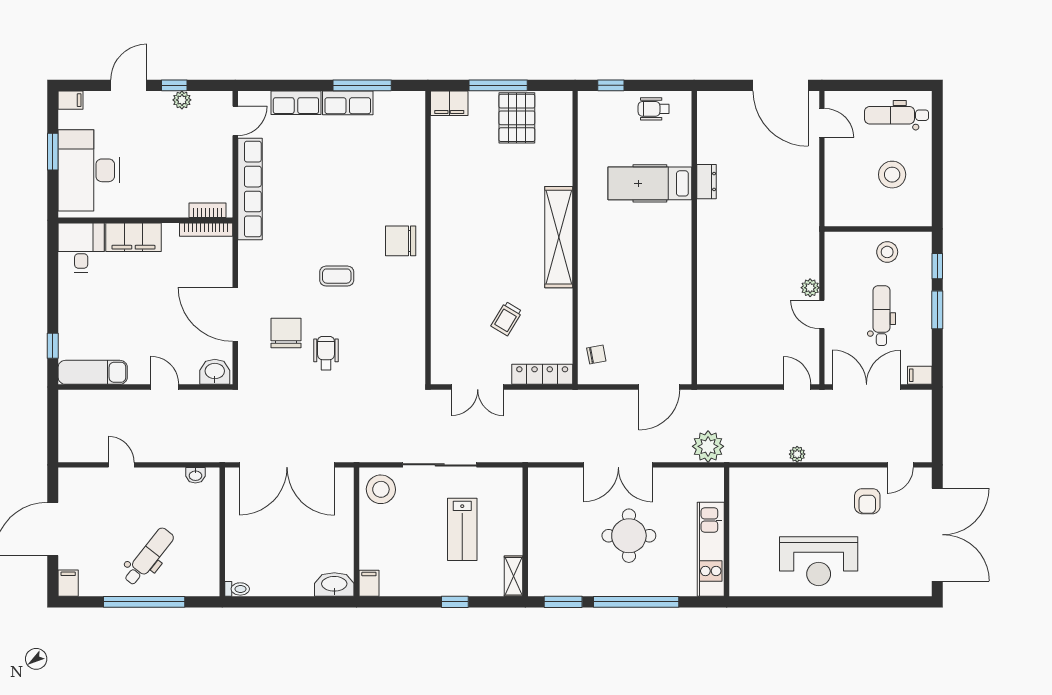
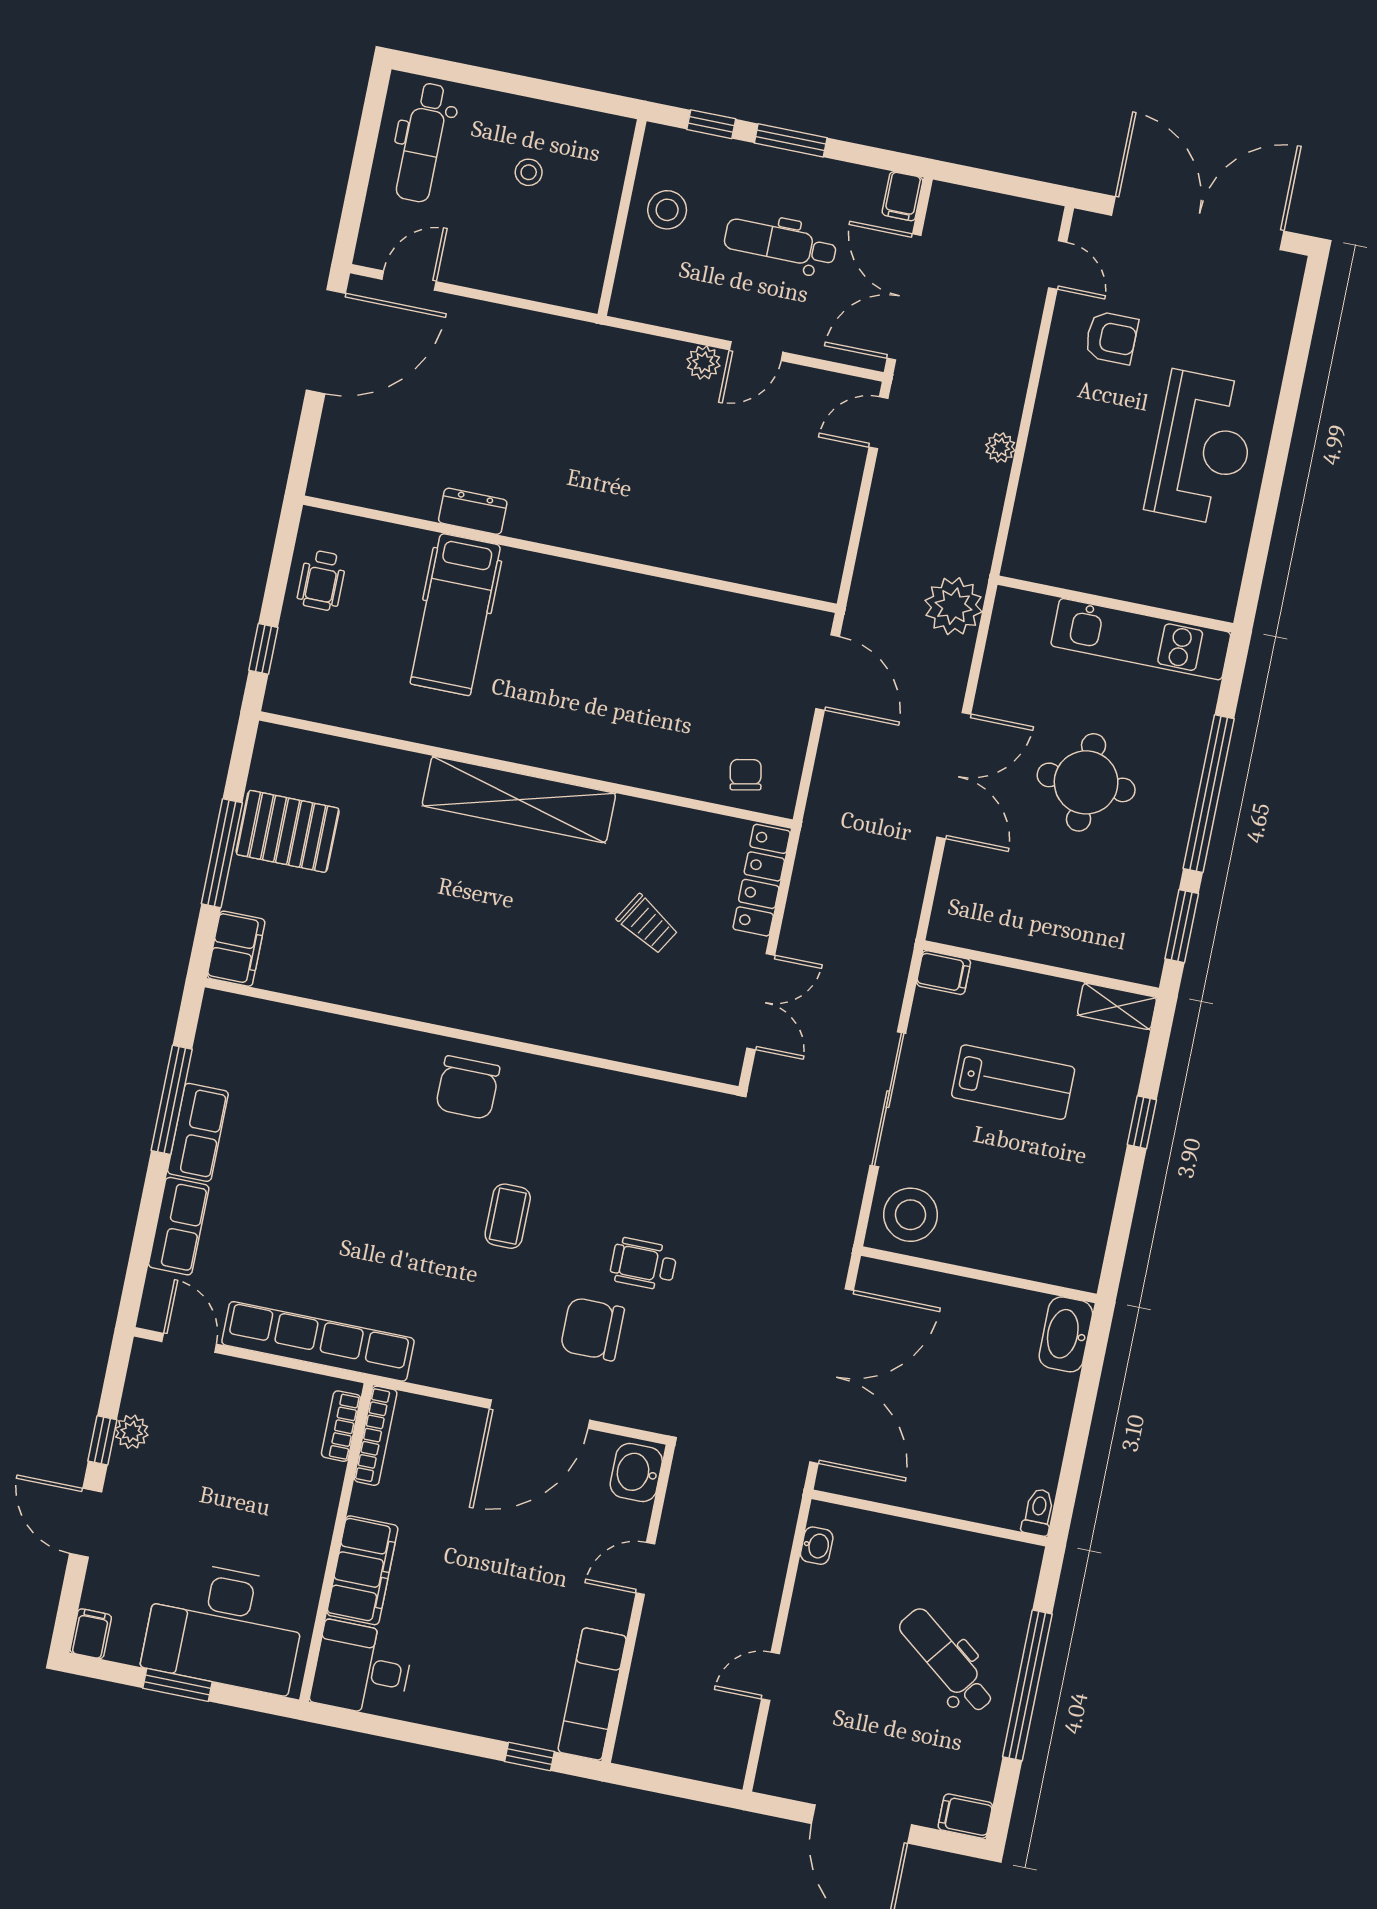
stool: (892, 175) -> (529, 172), width x0.53, depth x0.53
filing cabinet: (369, 583) -> (944, 973), moved, turned 180

